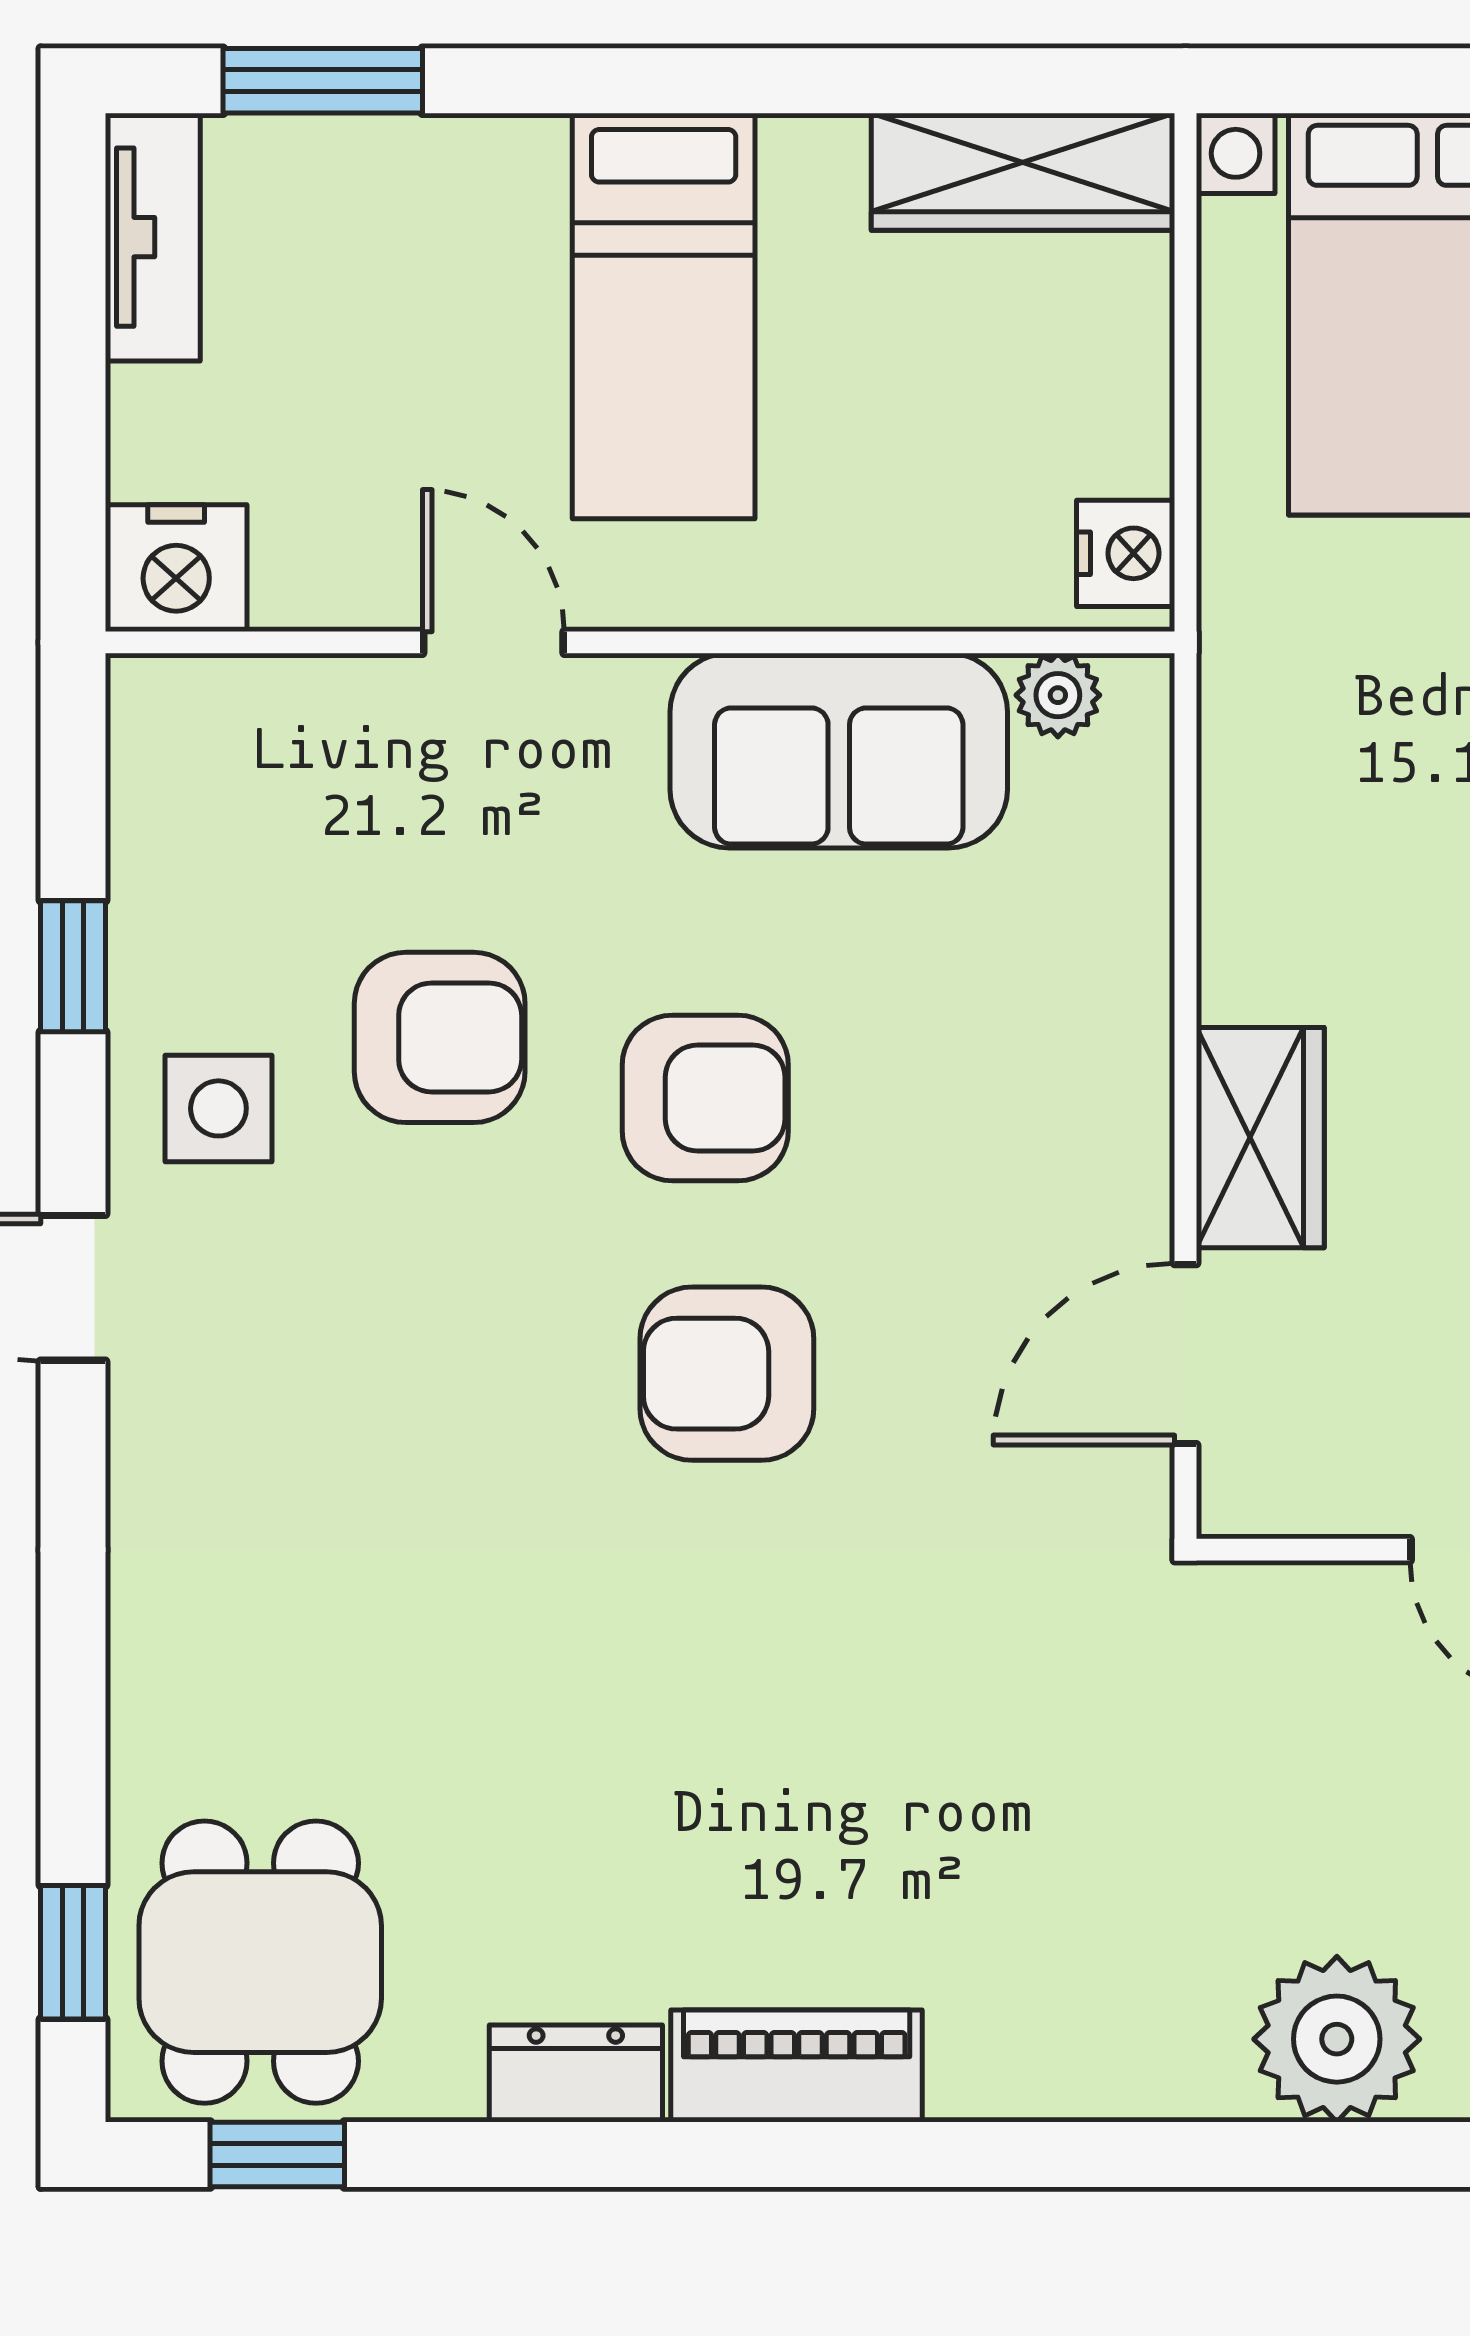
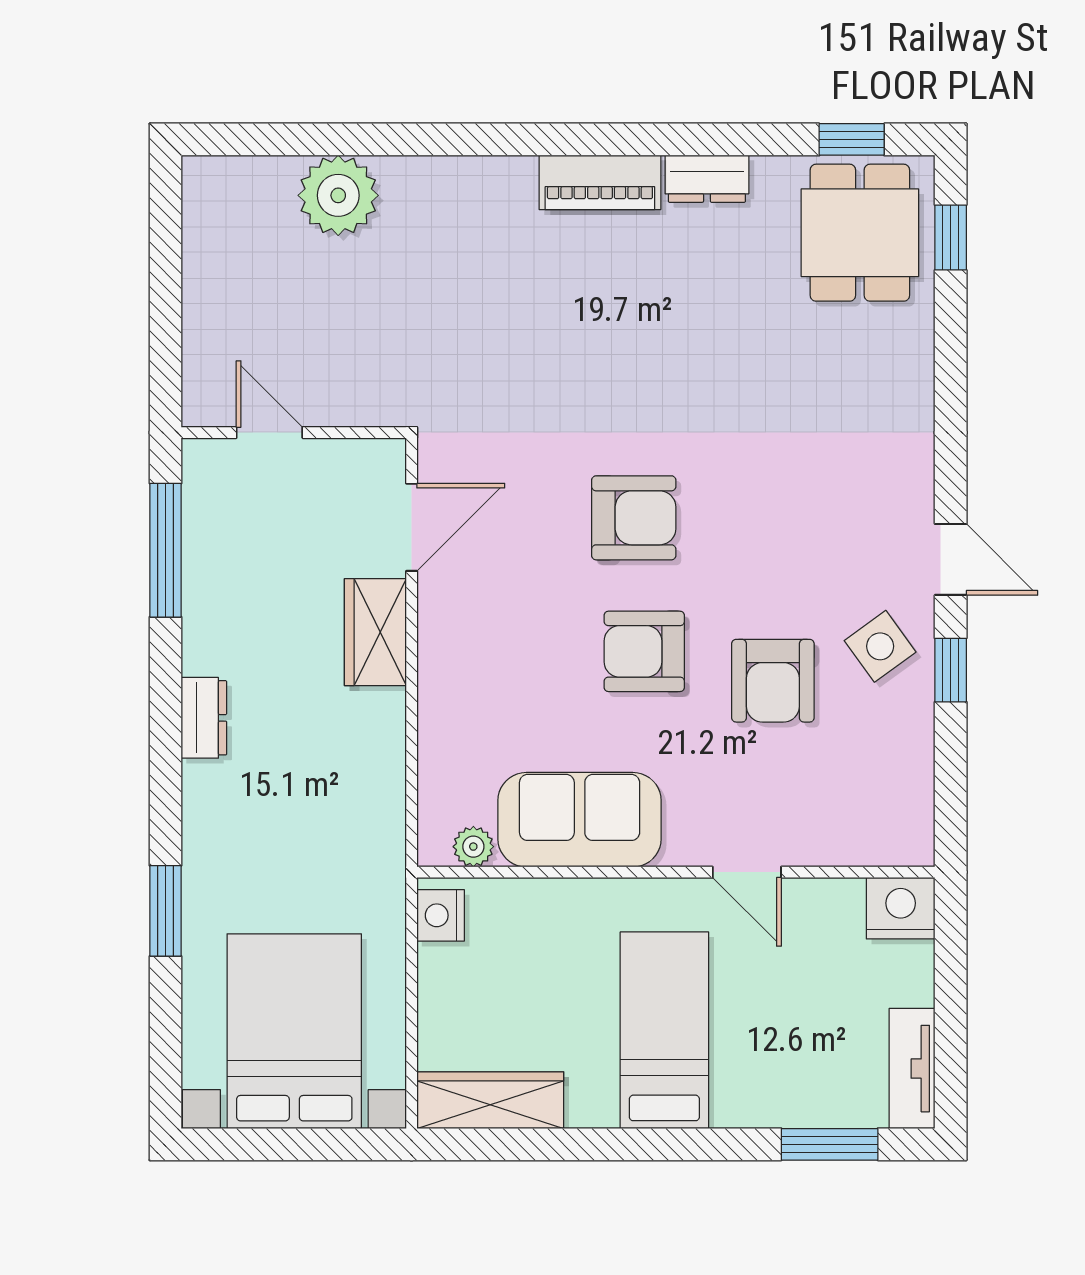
window: (73, 966) -> (951, 670), moved
armchair: (440, 1037) -> (773, 681), turned -90
side table: (218, 1108) -> (880, 646), turned -36

